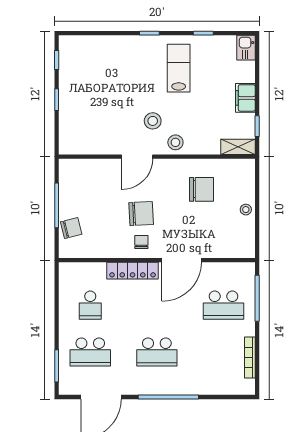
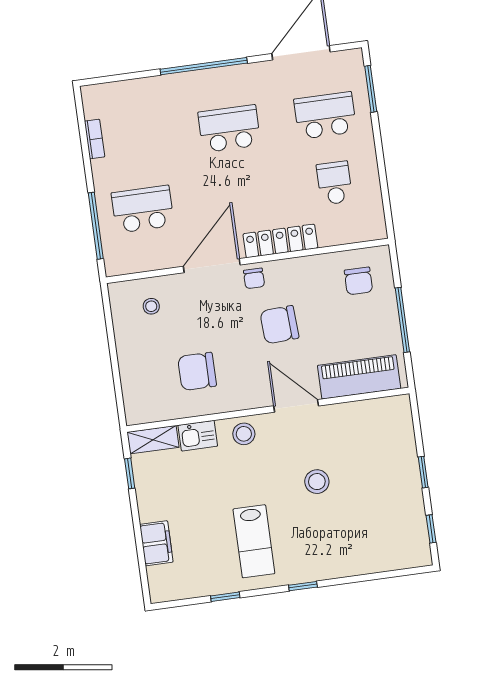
kitchen sink: (246, 48) -> (198, 436), moved, turned 90
filing cabinet: (245, 98) -> (156, 543), moved
stool: (153, 121) -> (317, 482), moved
door: (137, 157) -> (296, 406), hinge flipped
piano: (92, 170) -> (359, 377), added
stool: (246, 210) -> (151, 306), moved
chair: (71, 228) -> (358, 281), moved, turned -76
chair: (141, 242) -> (254, 278), moved
bookcase: (250, 357) -> (95, 139), width x0.64

